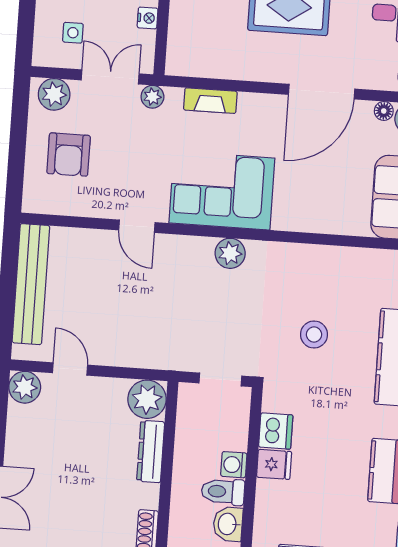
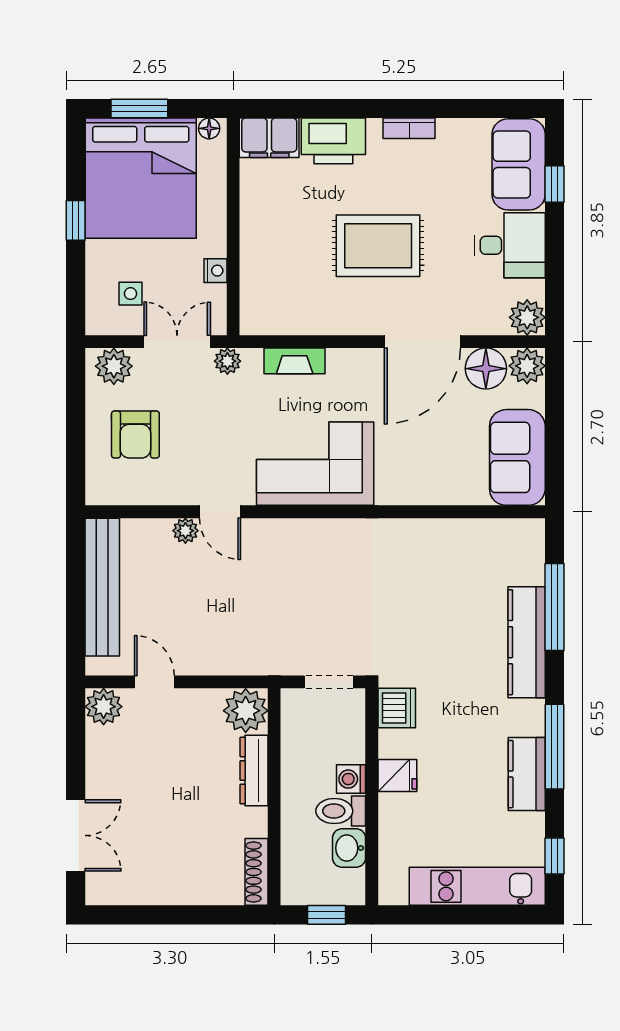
floor lamp: (384, 111) -> (486, 369), width x1.89, depth x1.89
plant: (230, 253) -> (185, 531), moved, width x0.73, depth x0.73
stool: (314, 334) -> (433, 622), removed
dishwasher: (276, 431) -> (397, 708), moved

